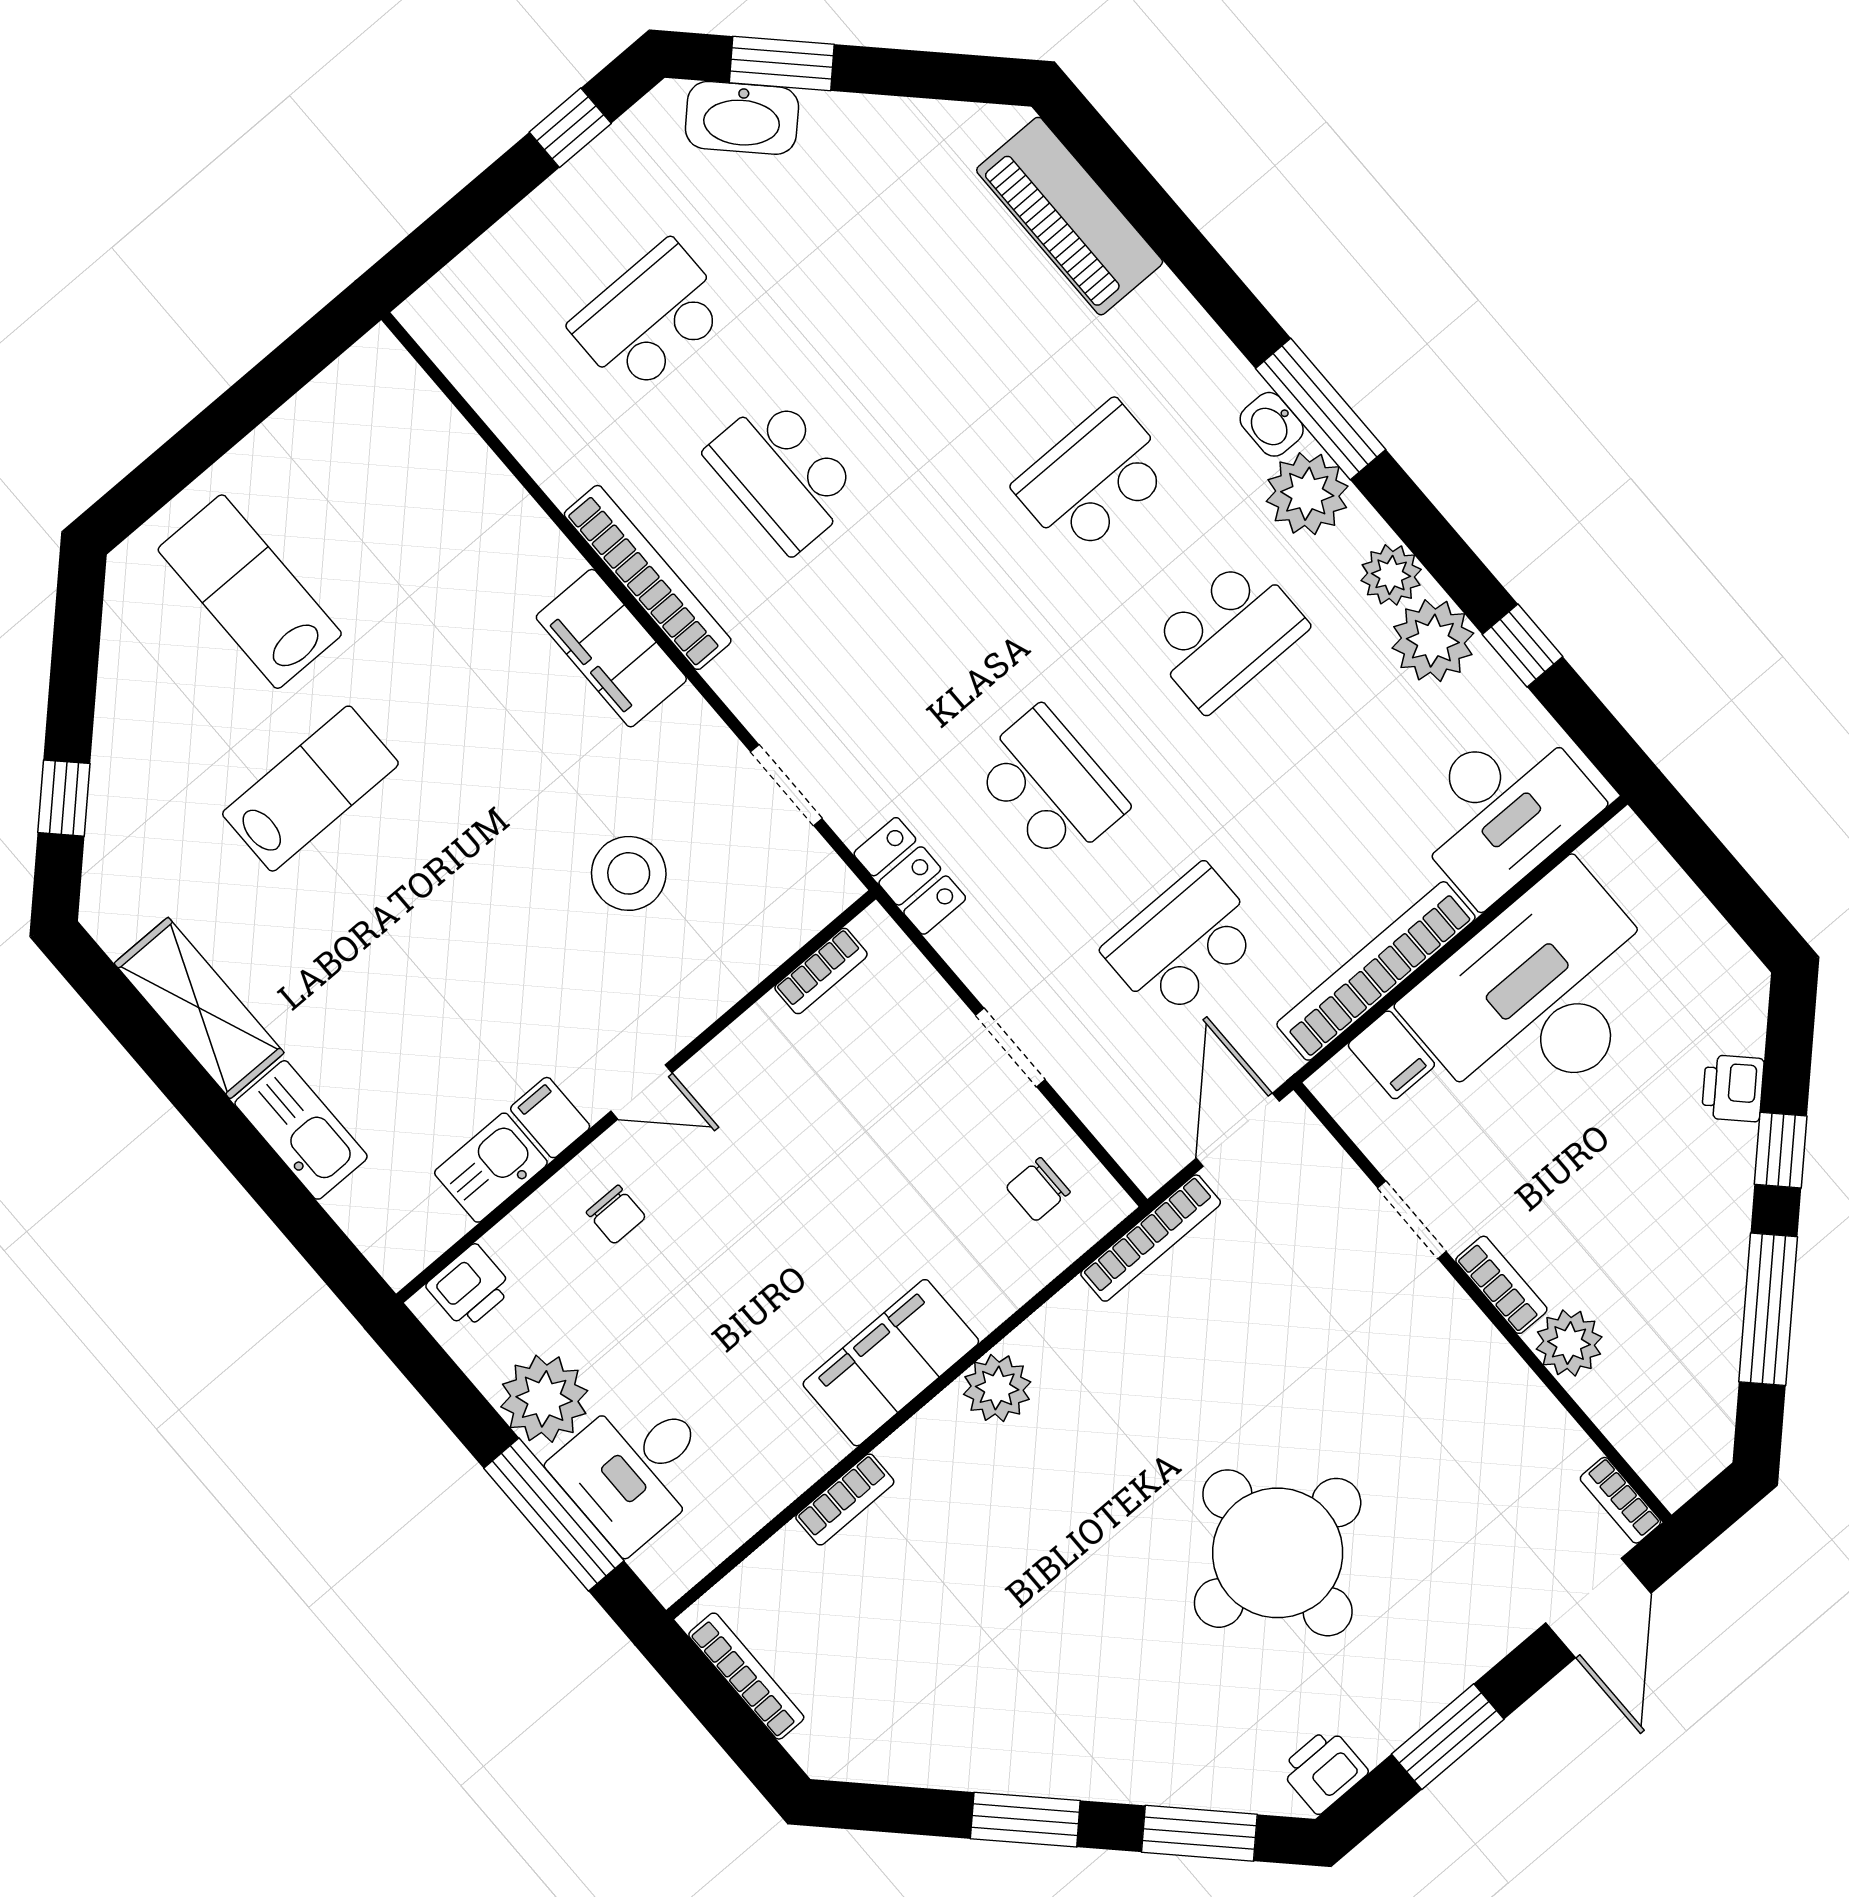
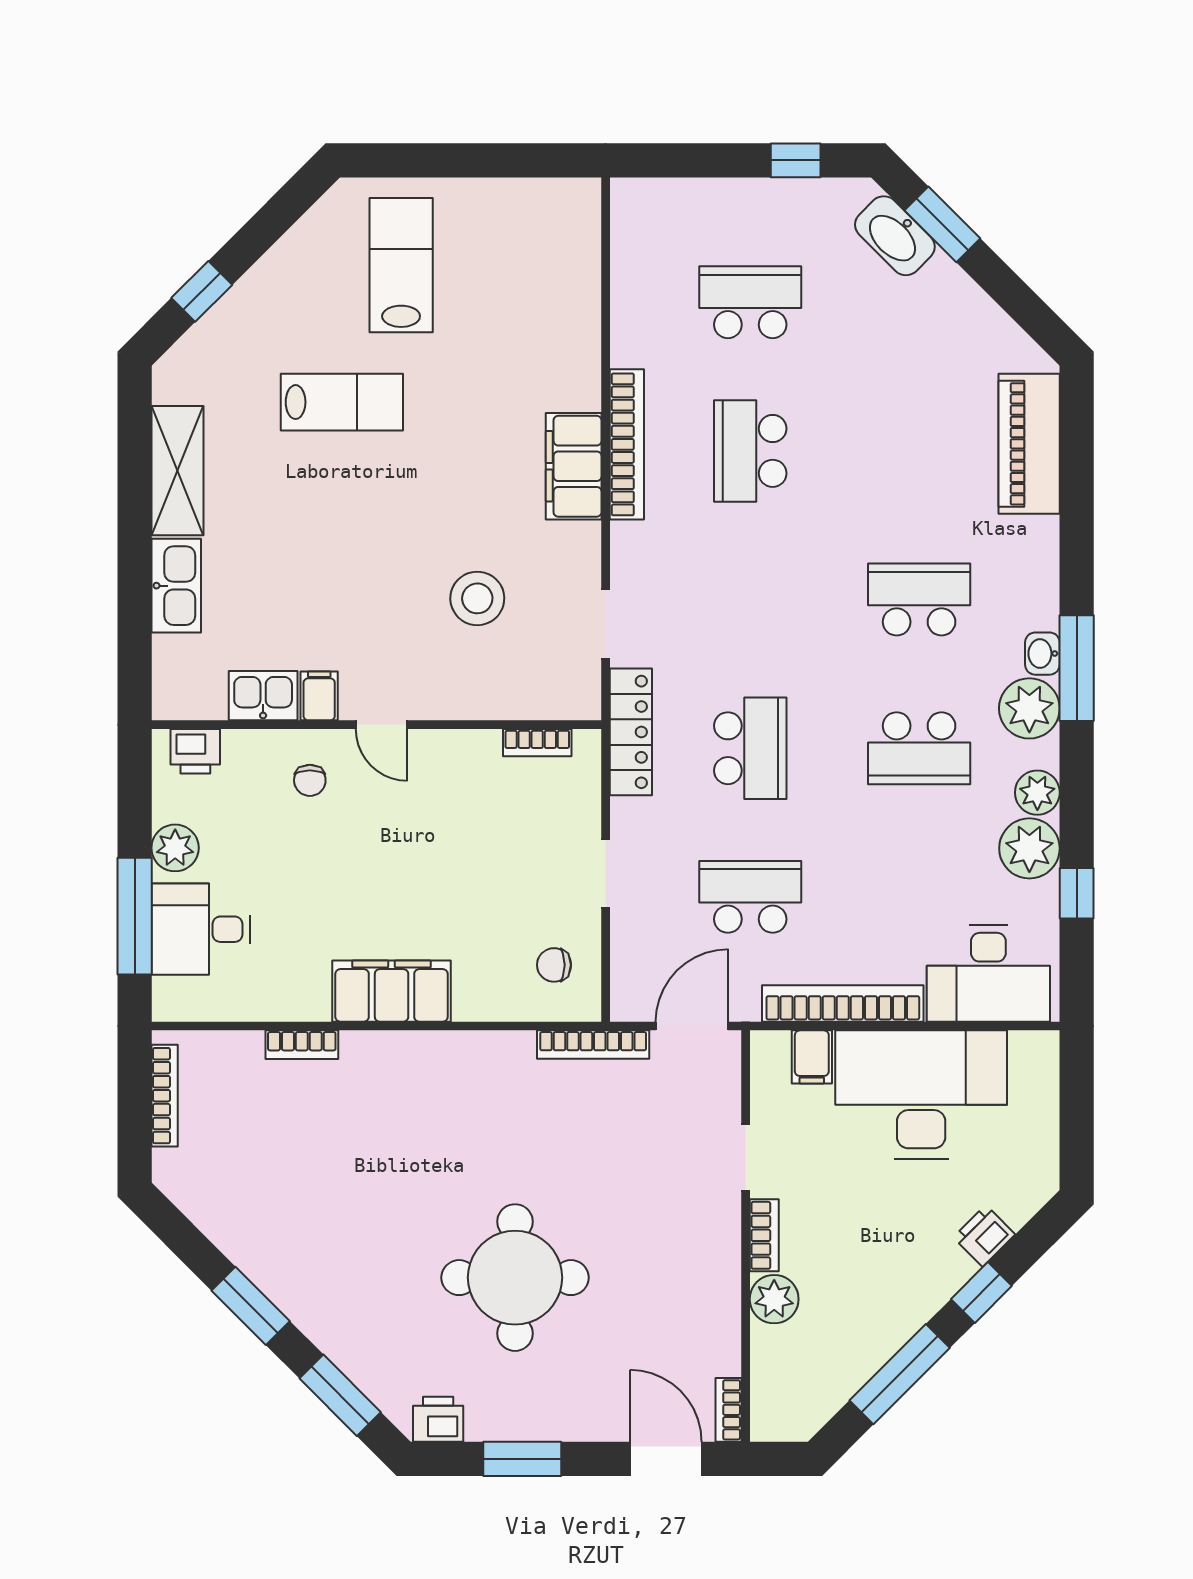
locker: (910, 876) -> (631, 732), width x1.53
plant: (997, 1388) -> (438, 1055), removed
plant: (544, 1399) -> (175, 848), width x0.73, depth x0.73
door: (1598, 1608) -> (666, 1459), swing flipped

